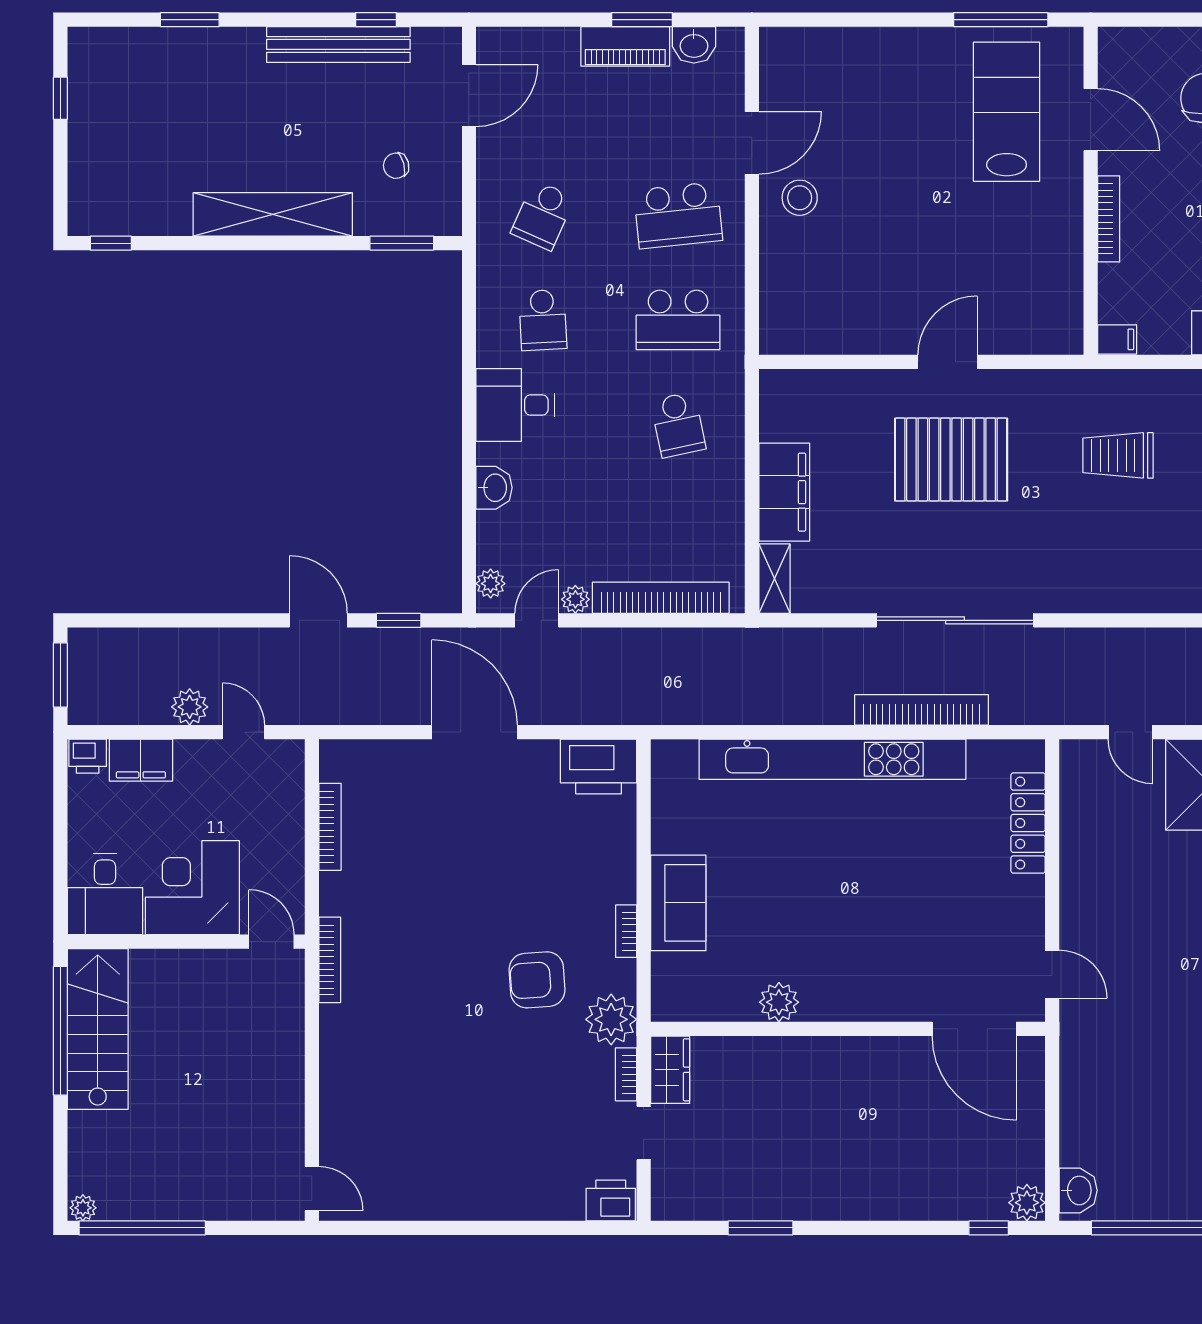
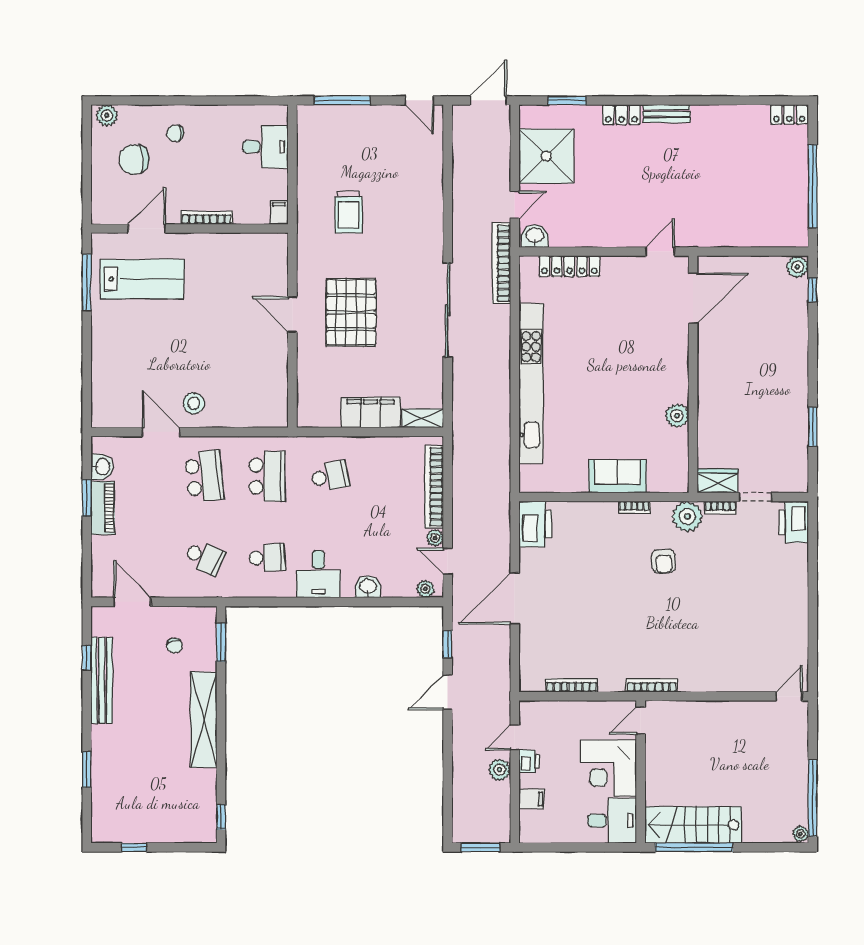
lab bench: (1007, 112) -> (142, 279), turned 180
bookcase: (921, 710) -> (501, 263), moved
printer: (88, 756) -> (529, 761), moved
filing cabinet: (141, 760) -> (532, 799), width x0.50
armchair: (537, 980) -> (664, 561), width x0.72, depth x0.72
washbasin: (1078, 1190) -> (535, 236), moved
printer: (611, 1201) -> (794, 522), width x1.37, depth x1.19

